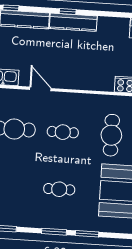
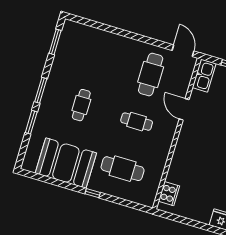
door: (40, 89) -> (184, 109), swing flipped
cafe table: (63, 132) -> (137, 122), turned 90

